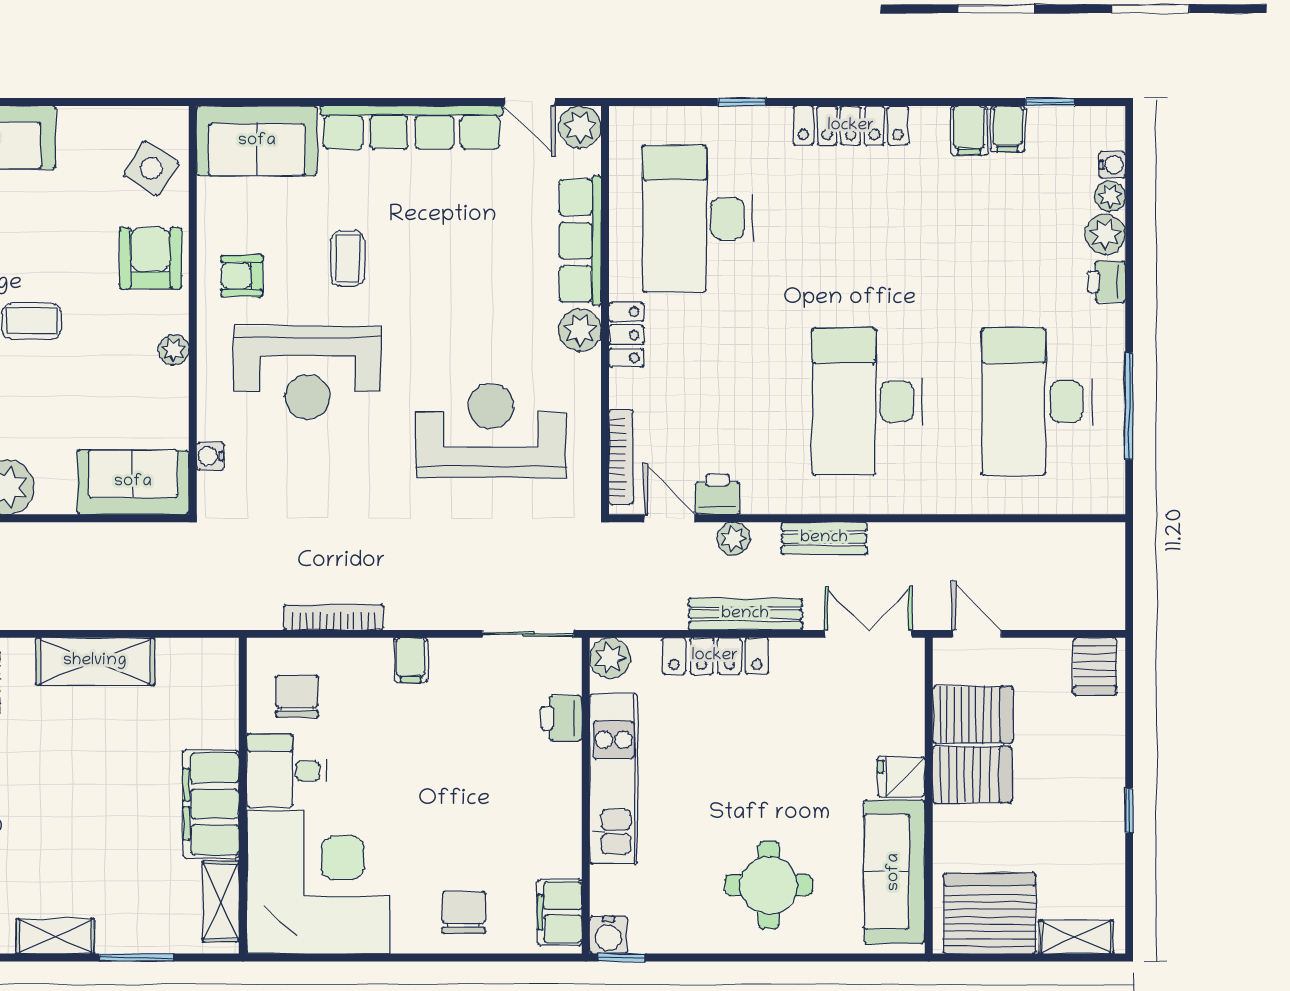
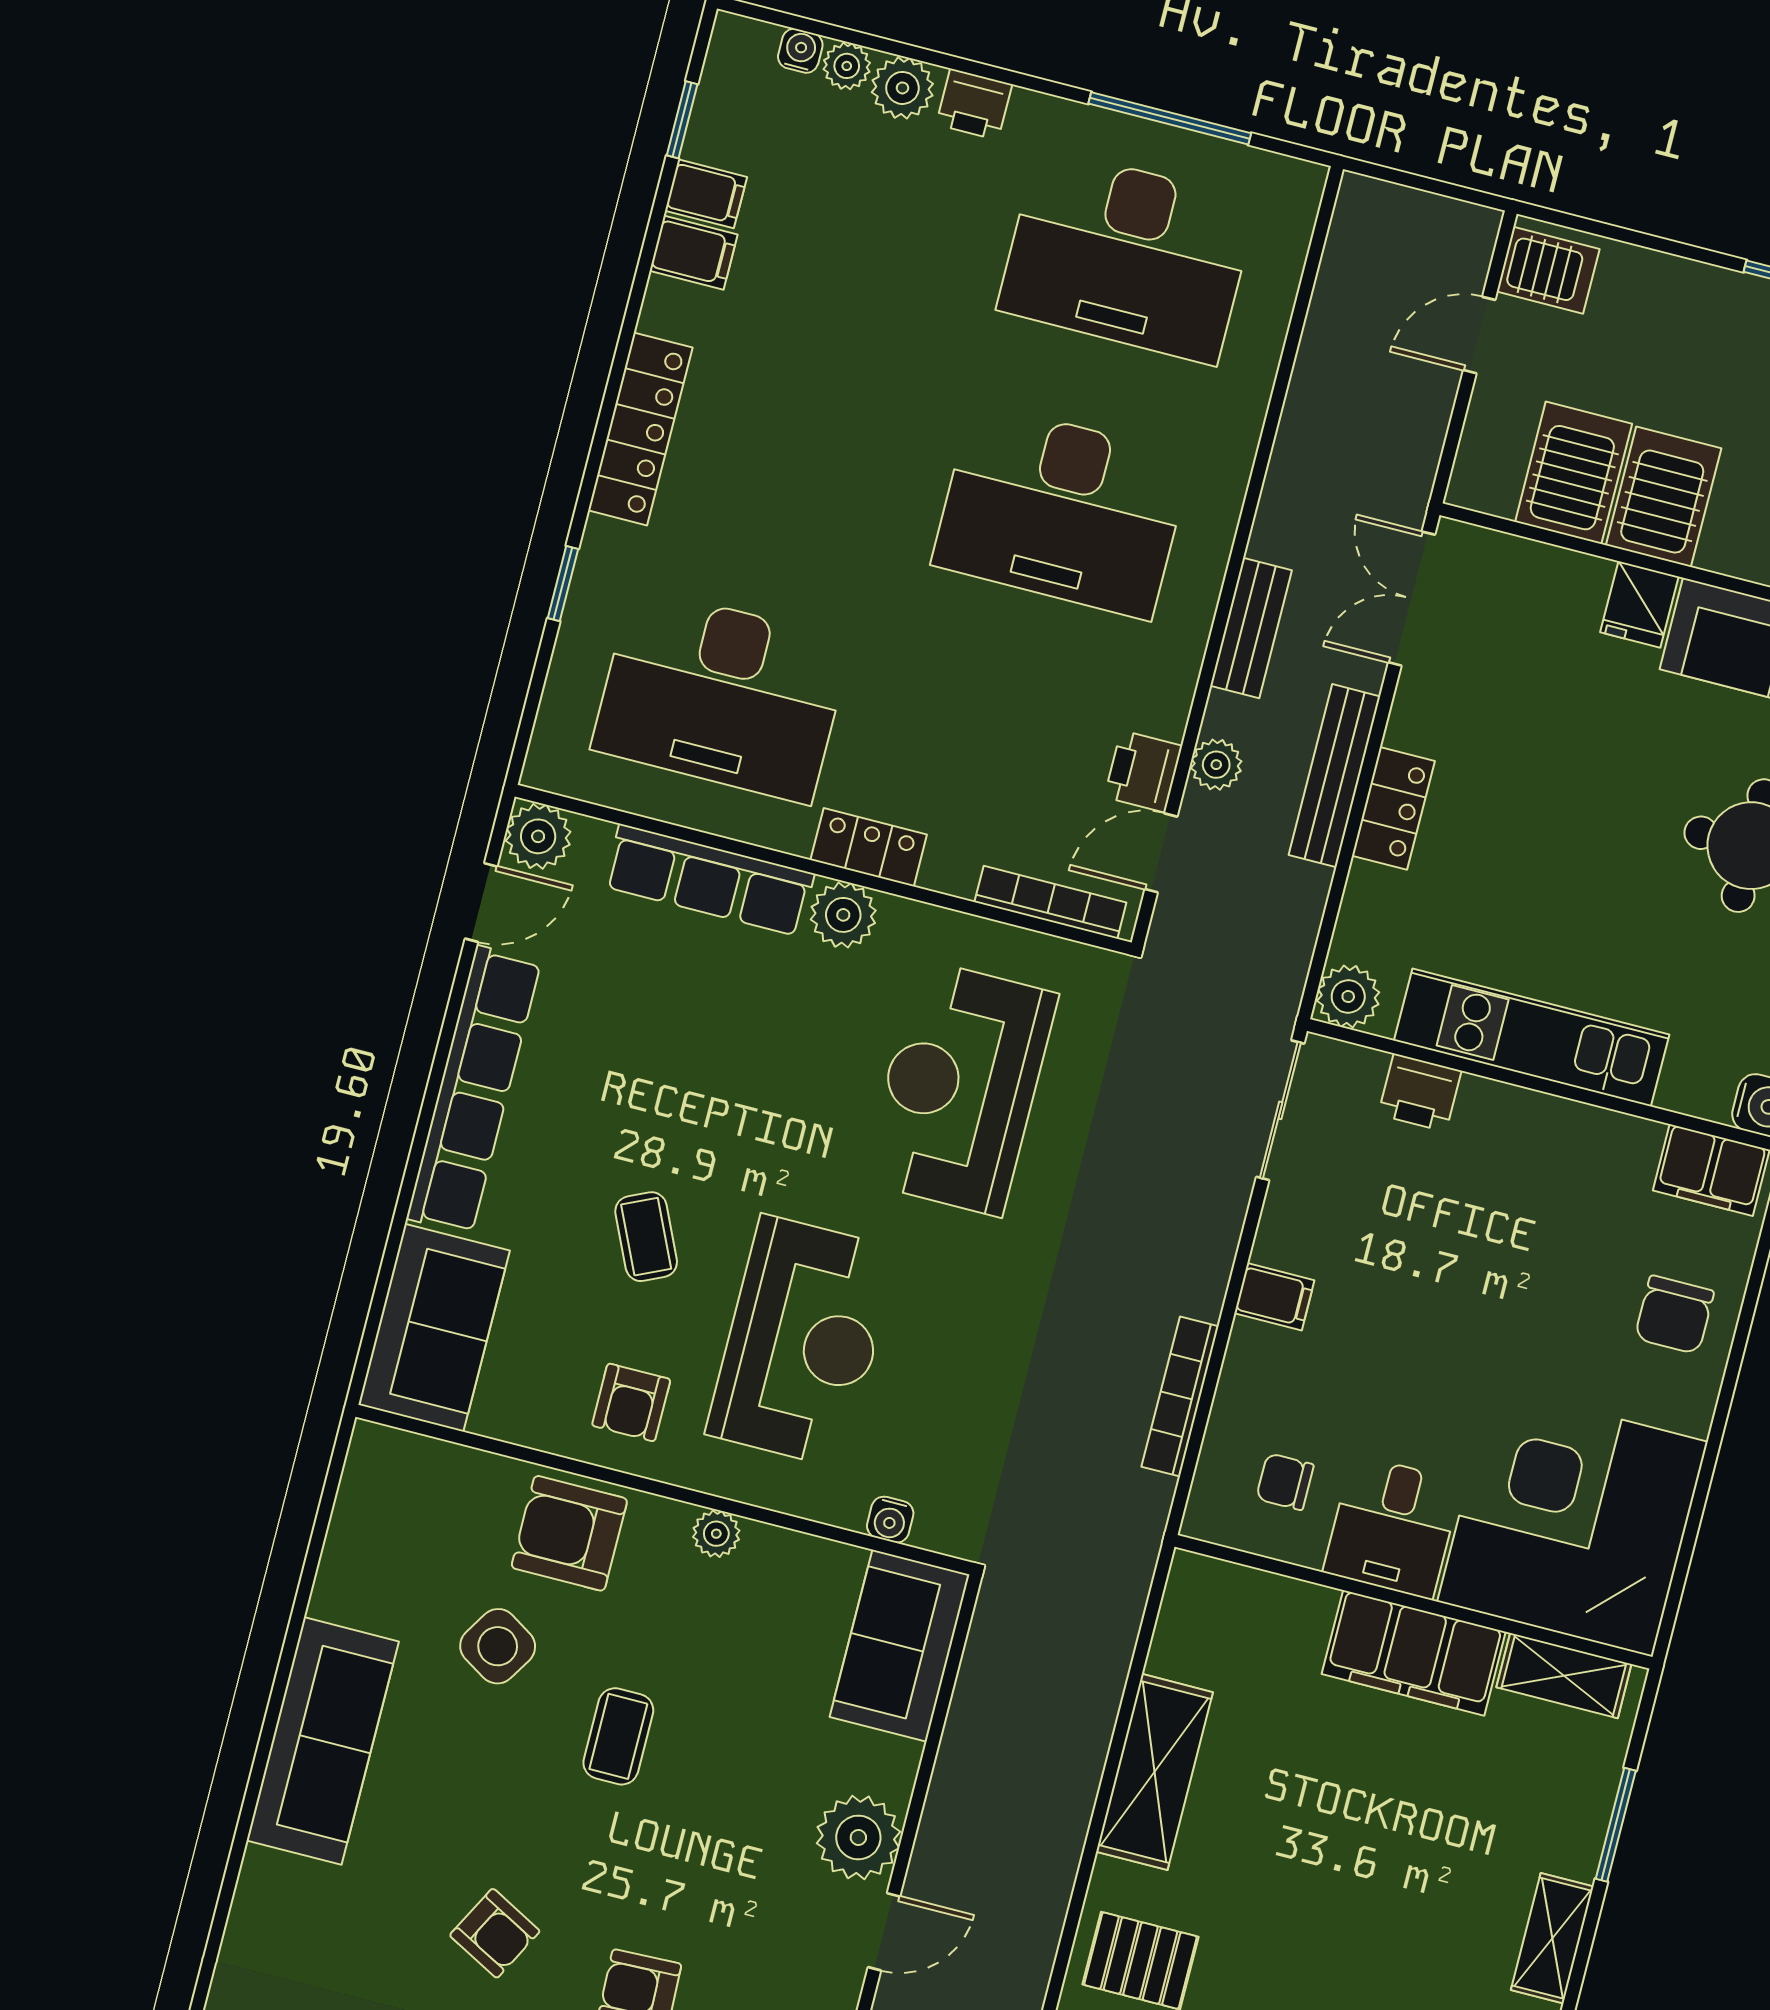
side table: (151, 168) -> (498, 1646), moved
coffee table: (348, 259) -> (646, 1237), turned 65
door: (977, 634) -> (1479, 335), moved
locker: (715, 656) -> (1393, 808), width x0.66
chair: (297, 696) -> (1285, 1482), width x0.73, depth x0.73
chair: (464, 912) -> (1674, 1315), turned -90

